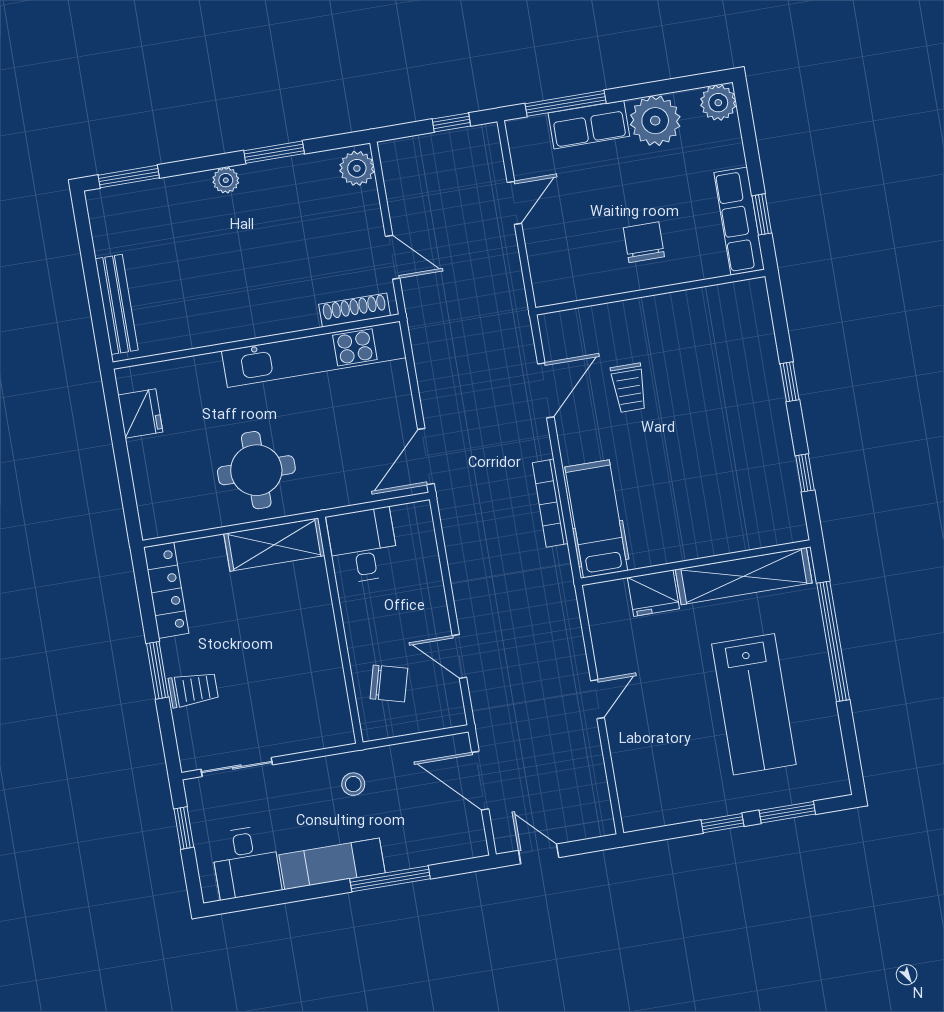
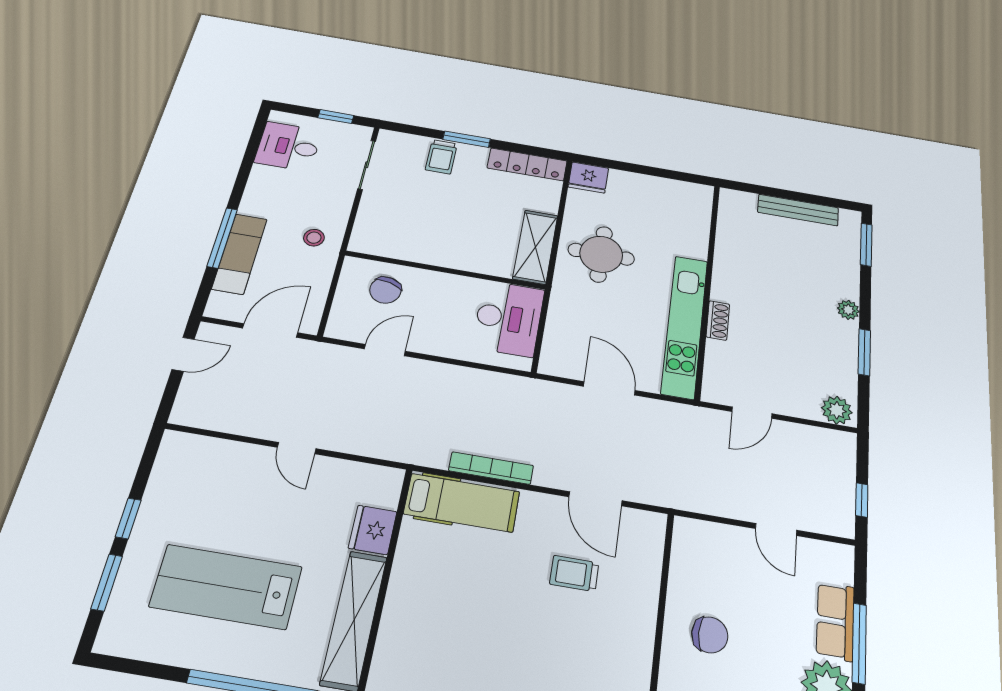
window: (566, 103) -> (859, 643), moved
bench: (117, 304) -> (798, 210), moved
shoe rack: (355, 310) -> (718, 320), moved, width x0.70
fridge: (140, 414) -> (588, 178), moved
door: (426, 456) -> (609, 388), moved
desk: (363, 545) -> (508, 318), width x1.37
exam couch: (332, 864) -> (240, 254), moved

